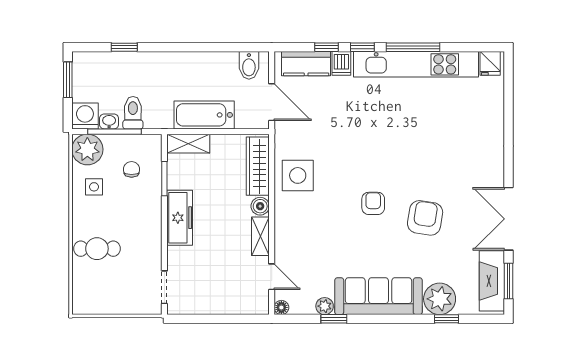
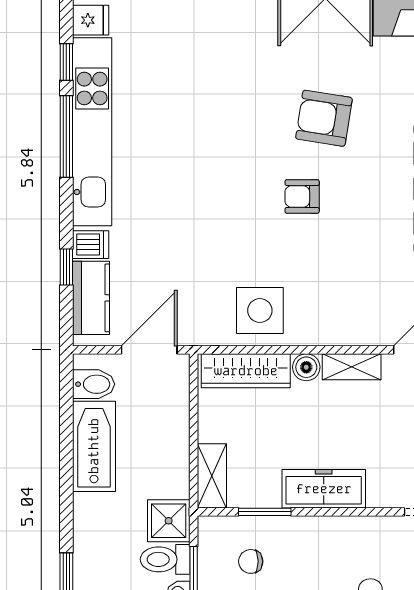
window: (362, 47) -> (66, 62), moved
shower: (158, 115) -> (169, 521), added
bathtub: (204, 115) -> (94, 446), moved, turned 180

